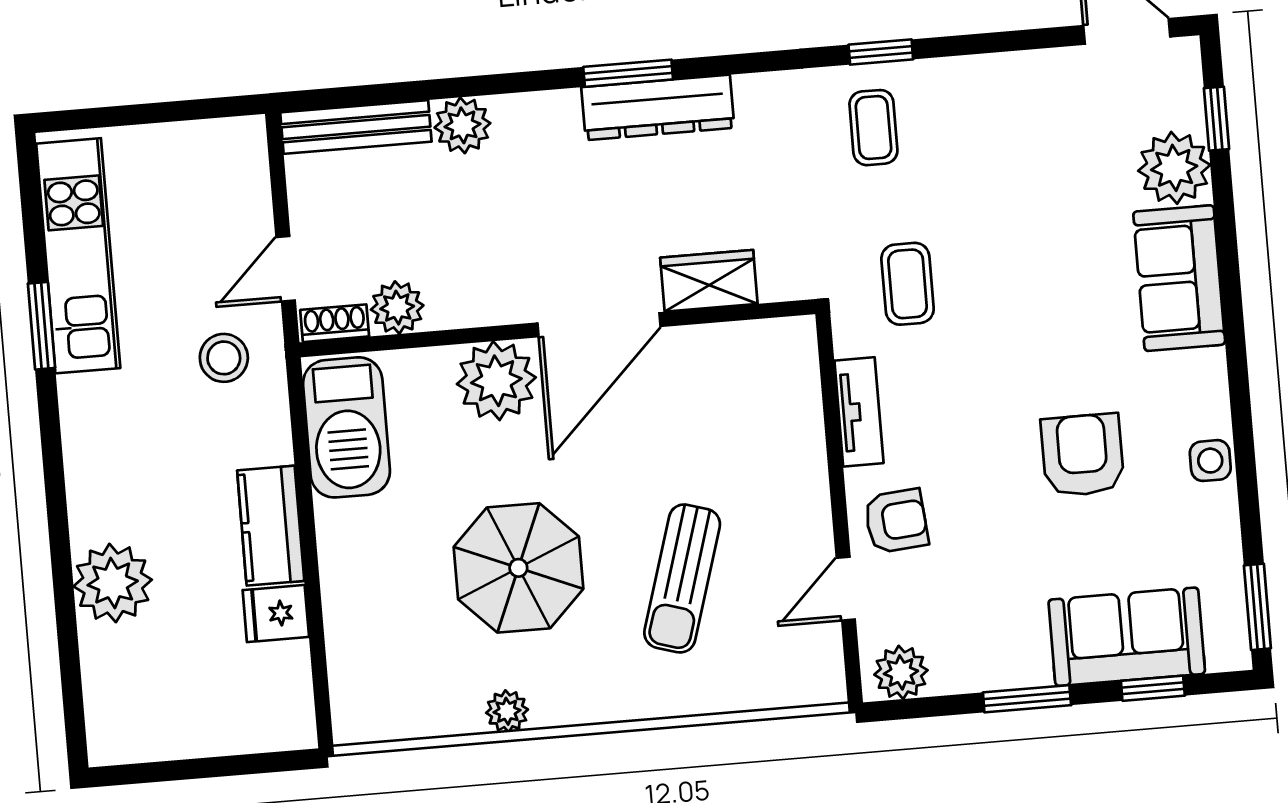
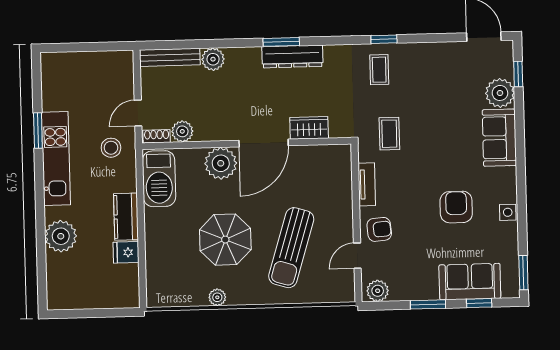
kitchen unit: (78, 256) -> (56, 158), moved
sun lounger: (682, 578) -> (291, 248), width x1.36, depth x1.34

